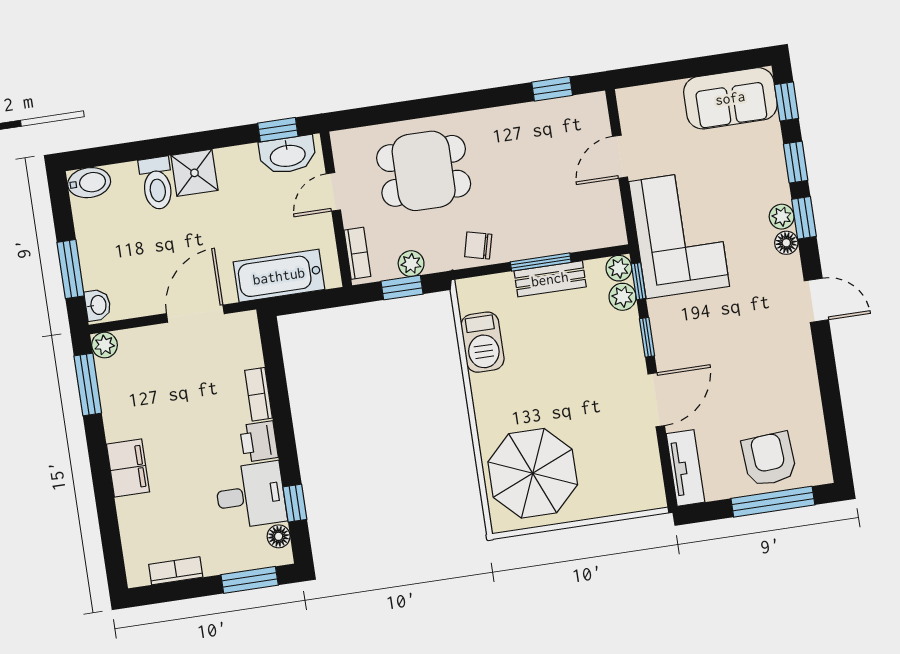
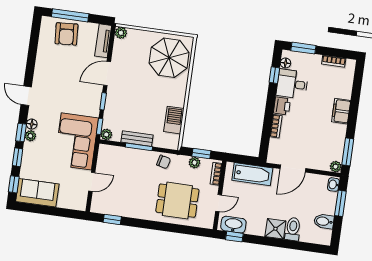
bidet: (89, 183) -> (324, 221), moved
plant: (622, 297) -> (121, 33), moved

